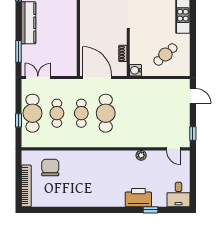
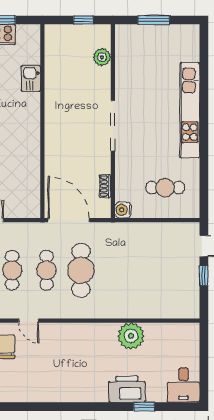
cafe table: (165, 54) -> (165, 188), turned 42
window: (193, 133) -> (204, 276), moved
door: (174, 149) -> (29, 321), moved
plant: (141, 155) -> (131, 336), width x1.88, depth x1.88

